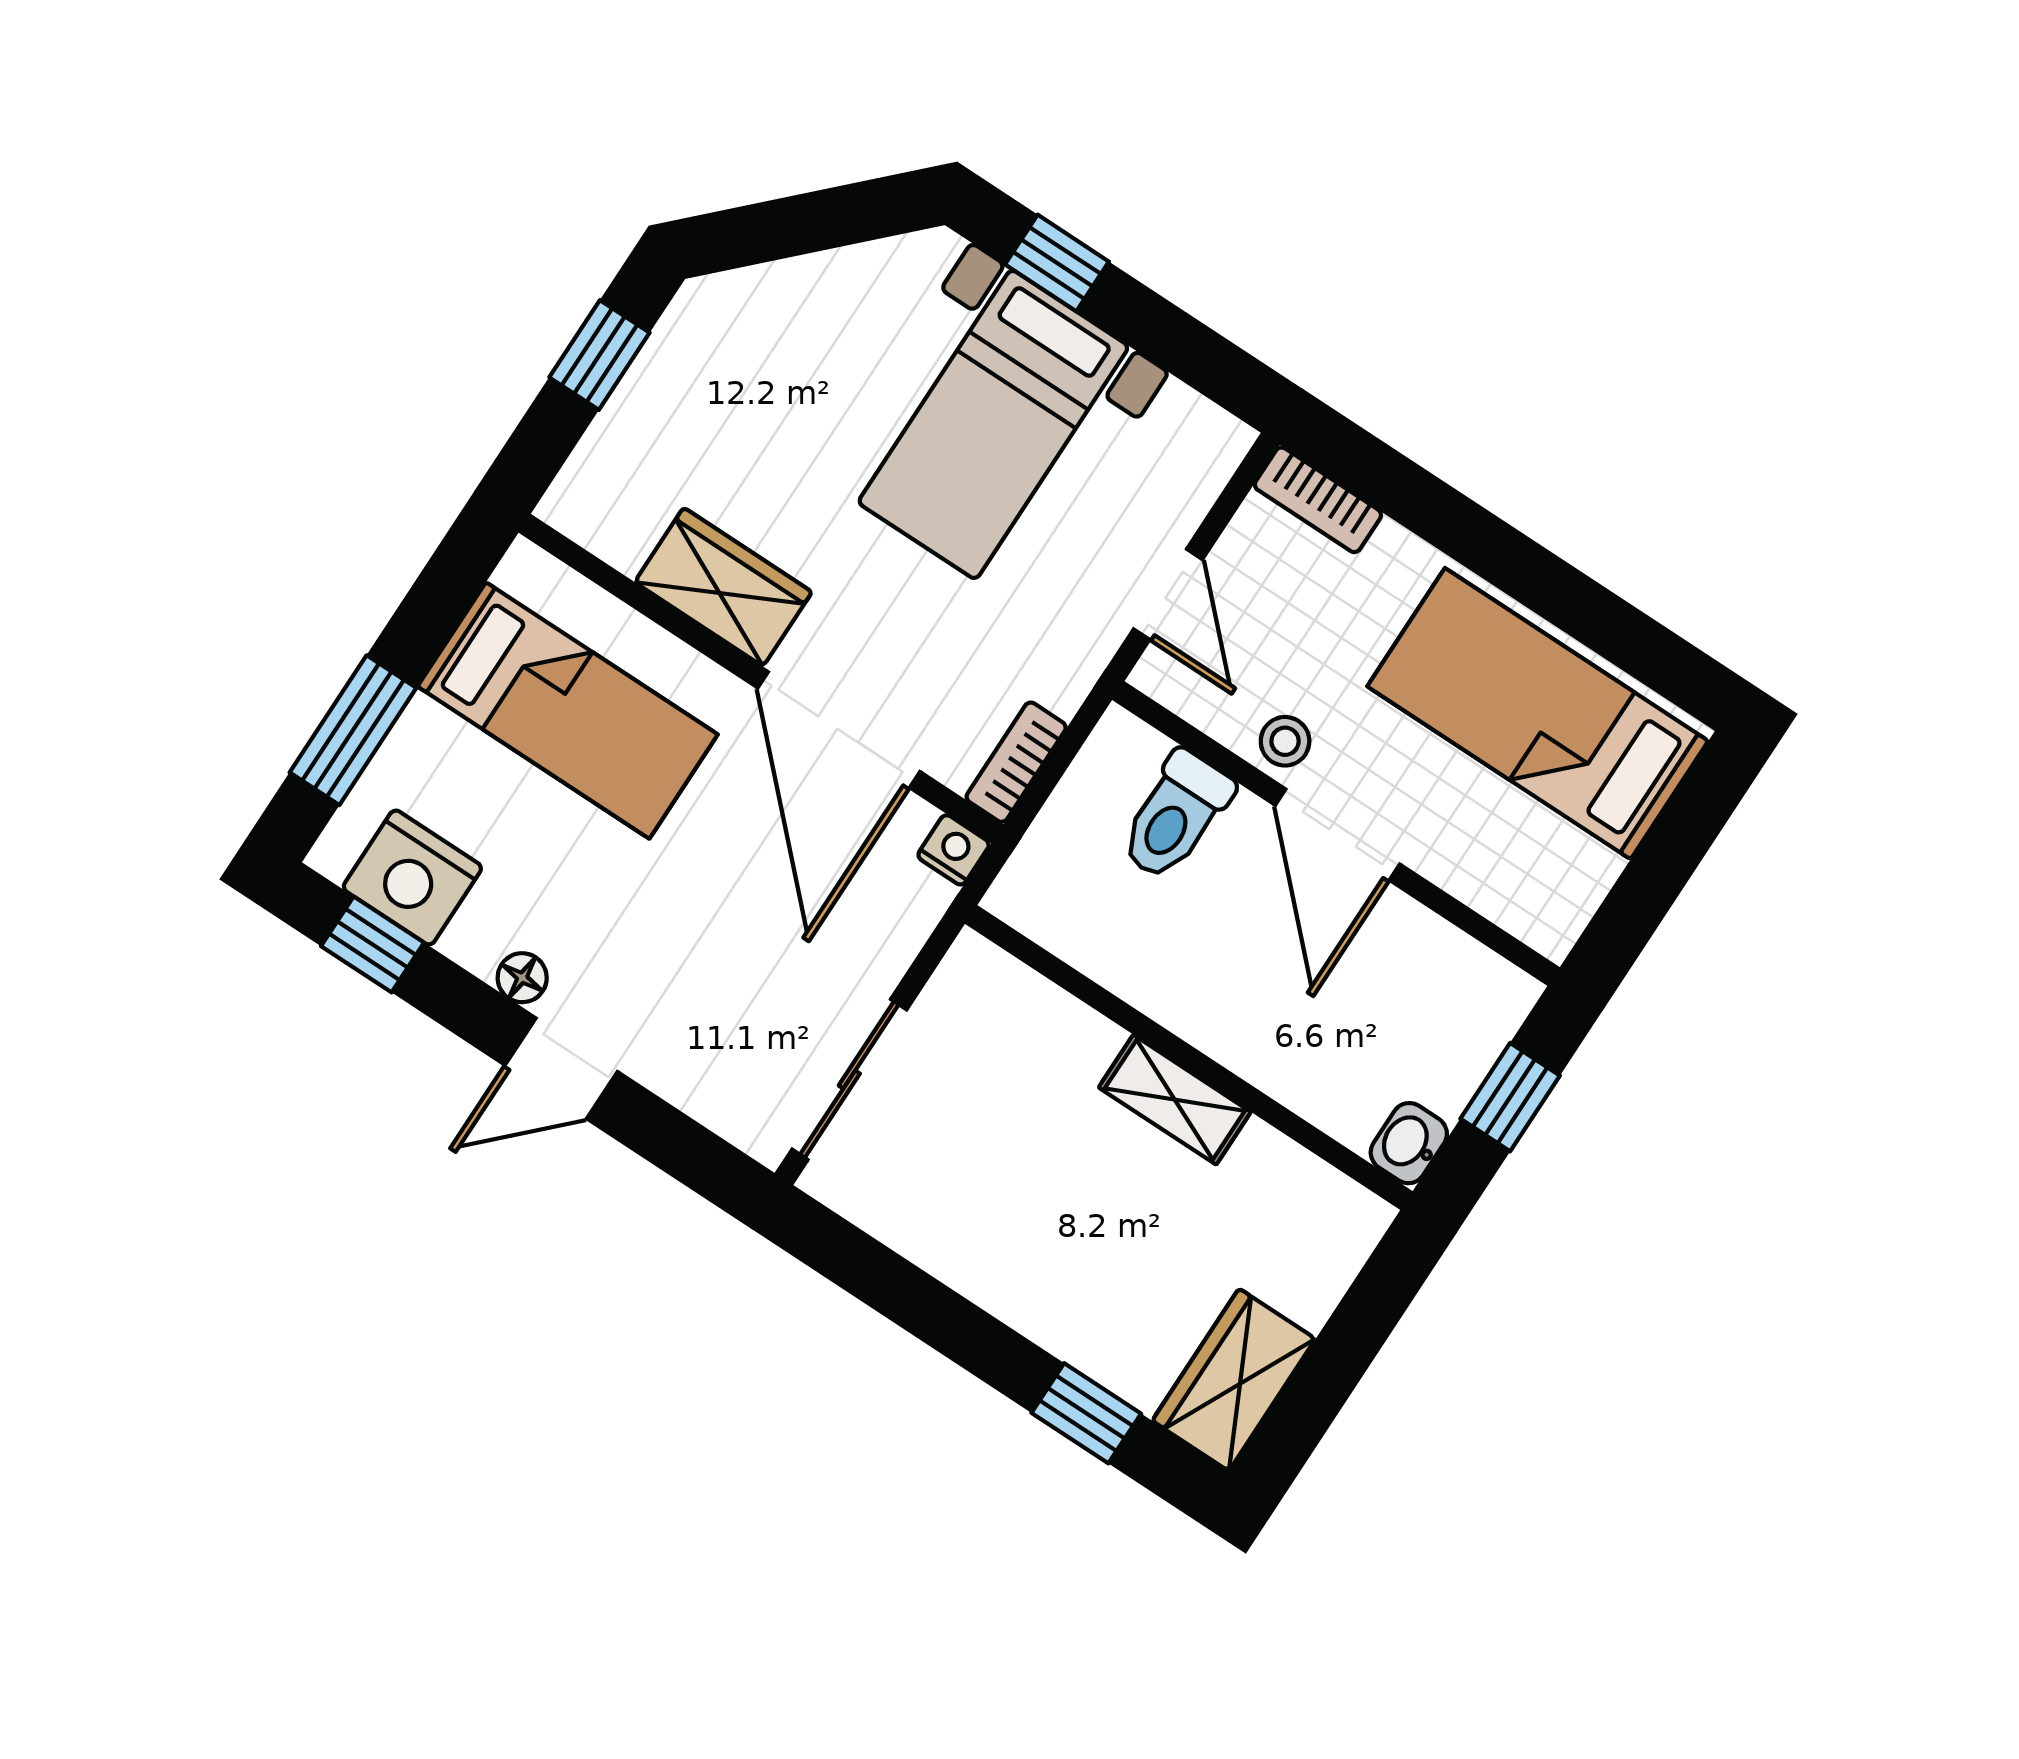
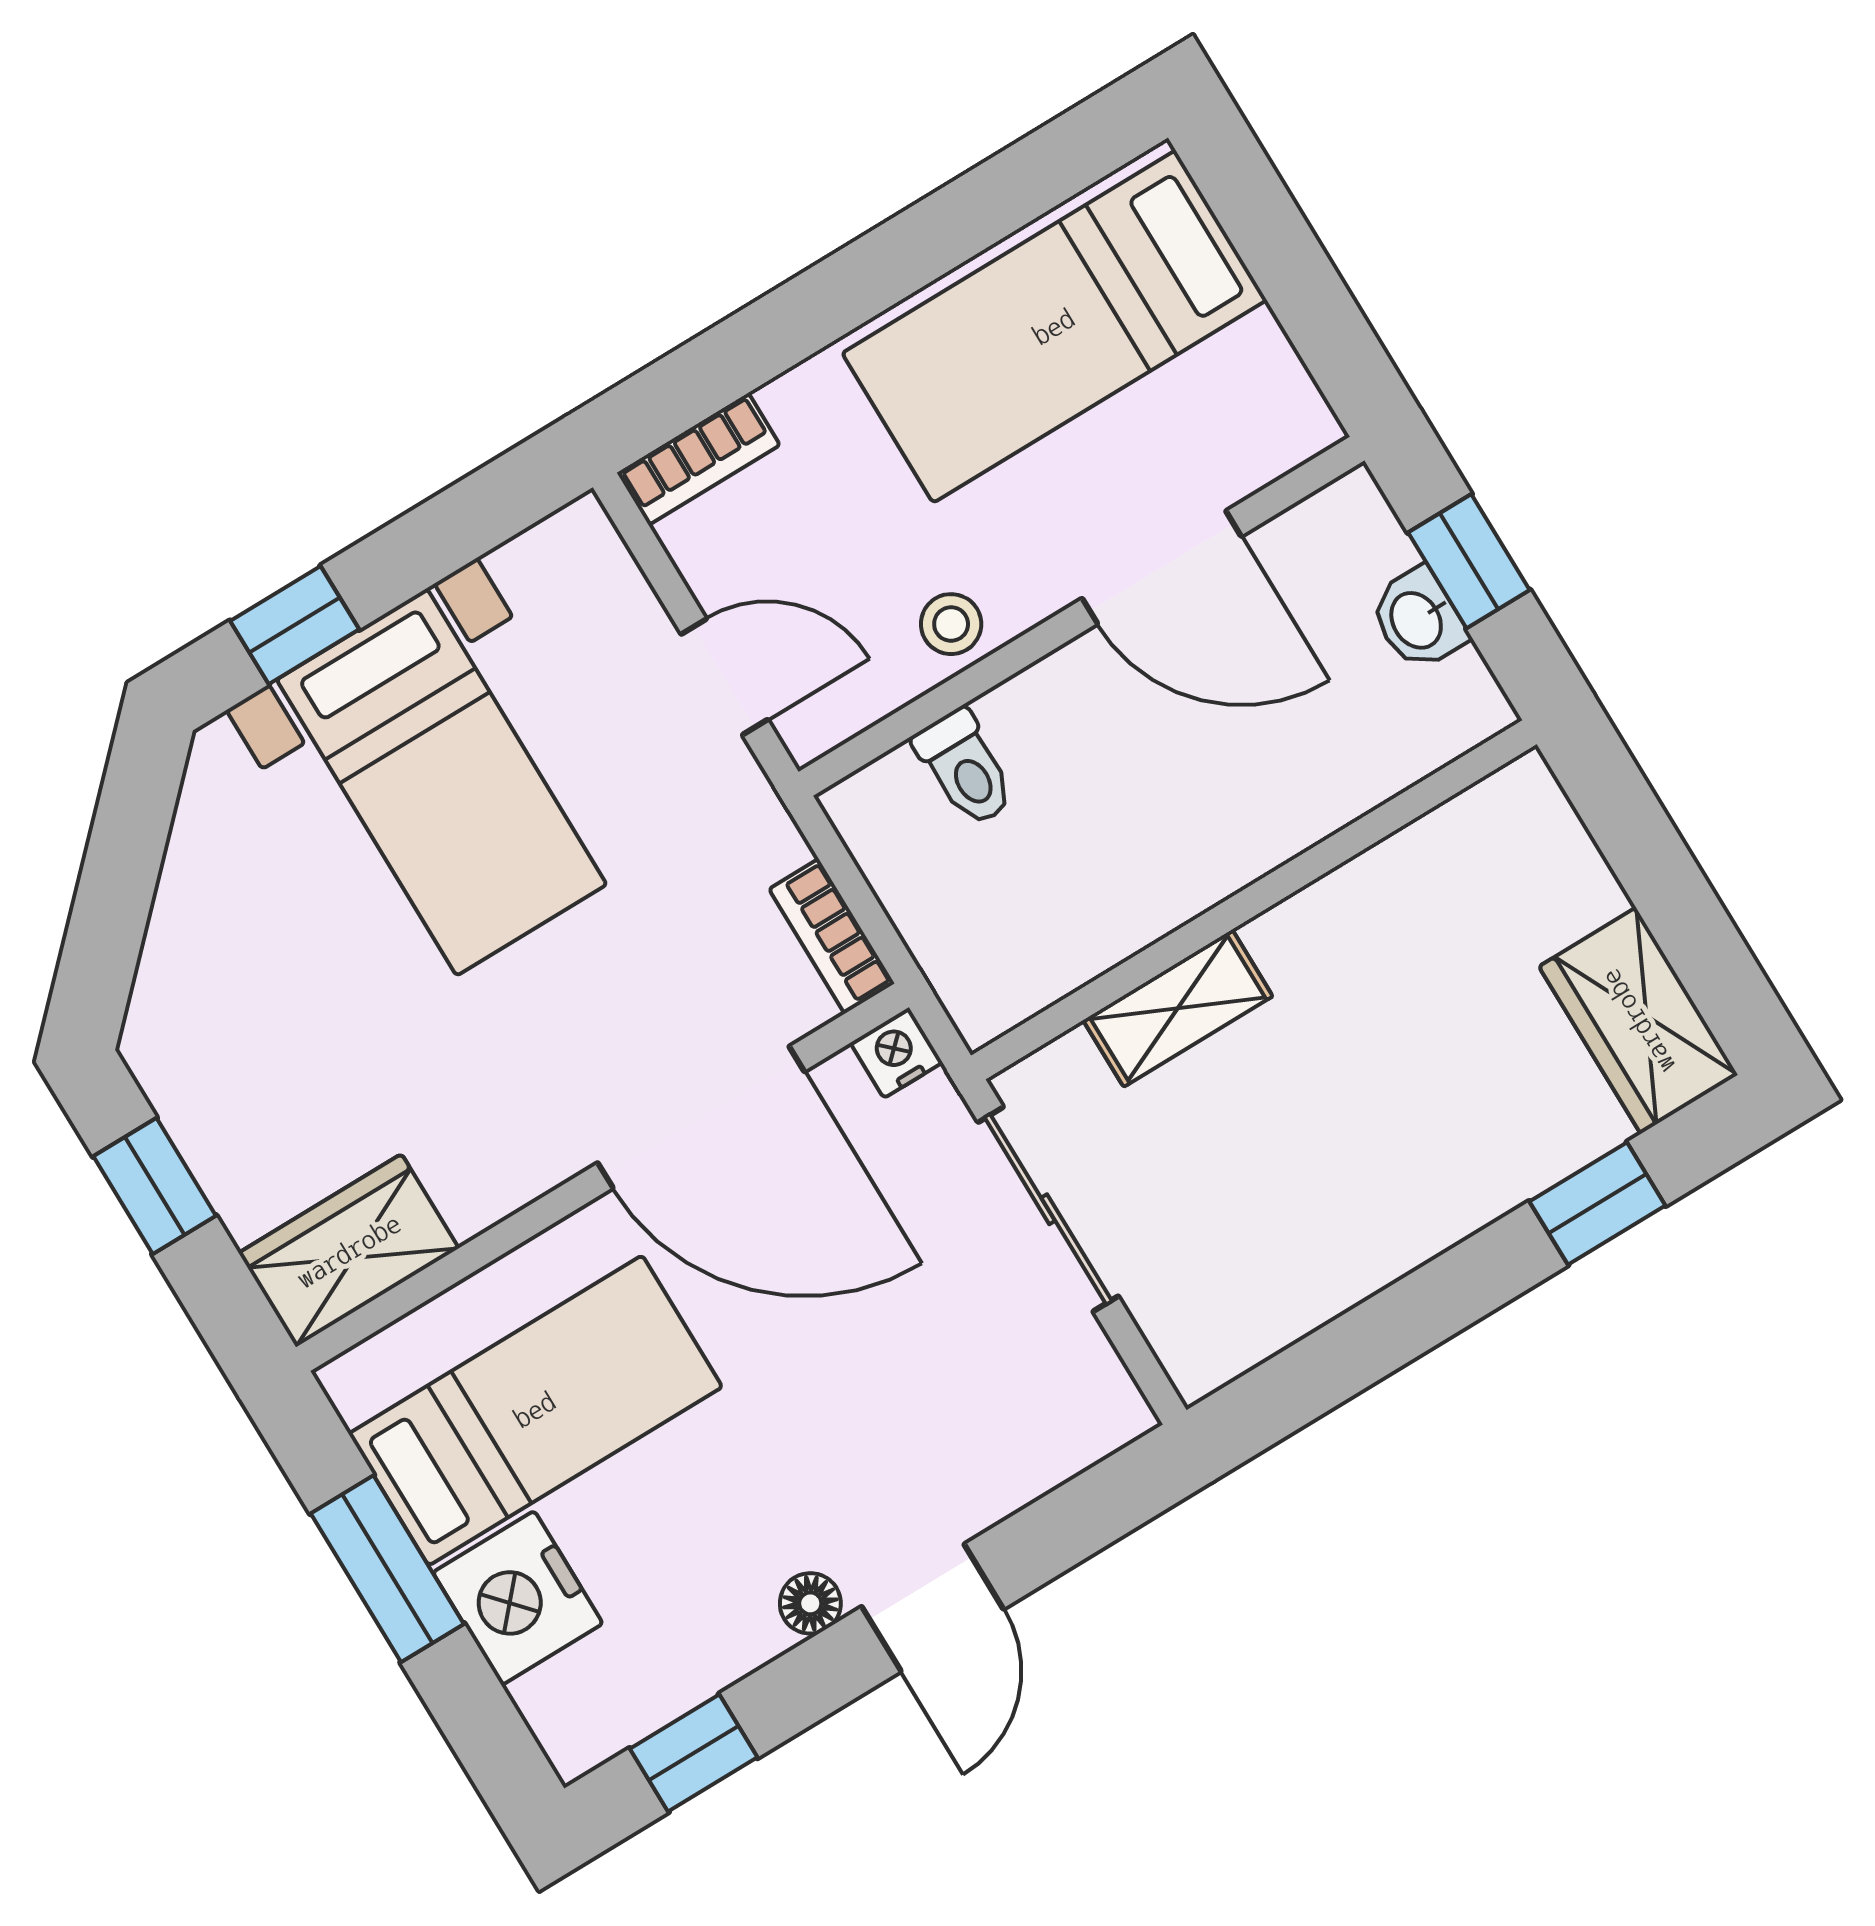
wardrobe: (723, 587) -> (349, 1251), moved
window: (353, 730) -> (387, 1569), moved
toilet: (1175, 816) -> (965, 768), width x0.73, depth x0.72
door: (1337, 835) -> (1162, 567), moved
nightstand: (412, 877) -> (518, 1598), moved, turned 90
sliding door: (849, 1079) -> (1048, 1209), moved
shelving: (1175, 1100) -> (1178, 1008), moved
washbasin: (1409, 1143) -> (1418, 619), moved

